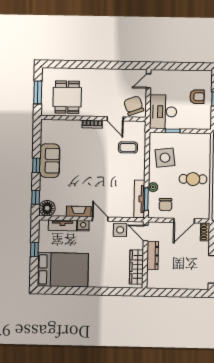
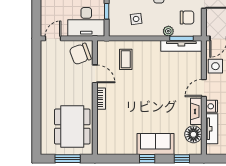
door: (148, 81) -> (53, 38), swing flipped
dining table: (67, 97) -> (72, 127), width x1.38
door: (115, 119) -> (95, 74), hinge flipped
side table: (165, 158) -> (136, 19), width x0.54, depth x0.54
sofa: (50, 161) -> (155, 144), moved
floor lamp: (47, 208) -> (193, 134), moved

